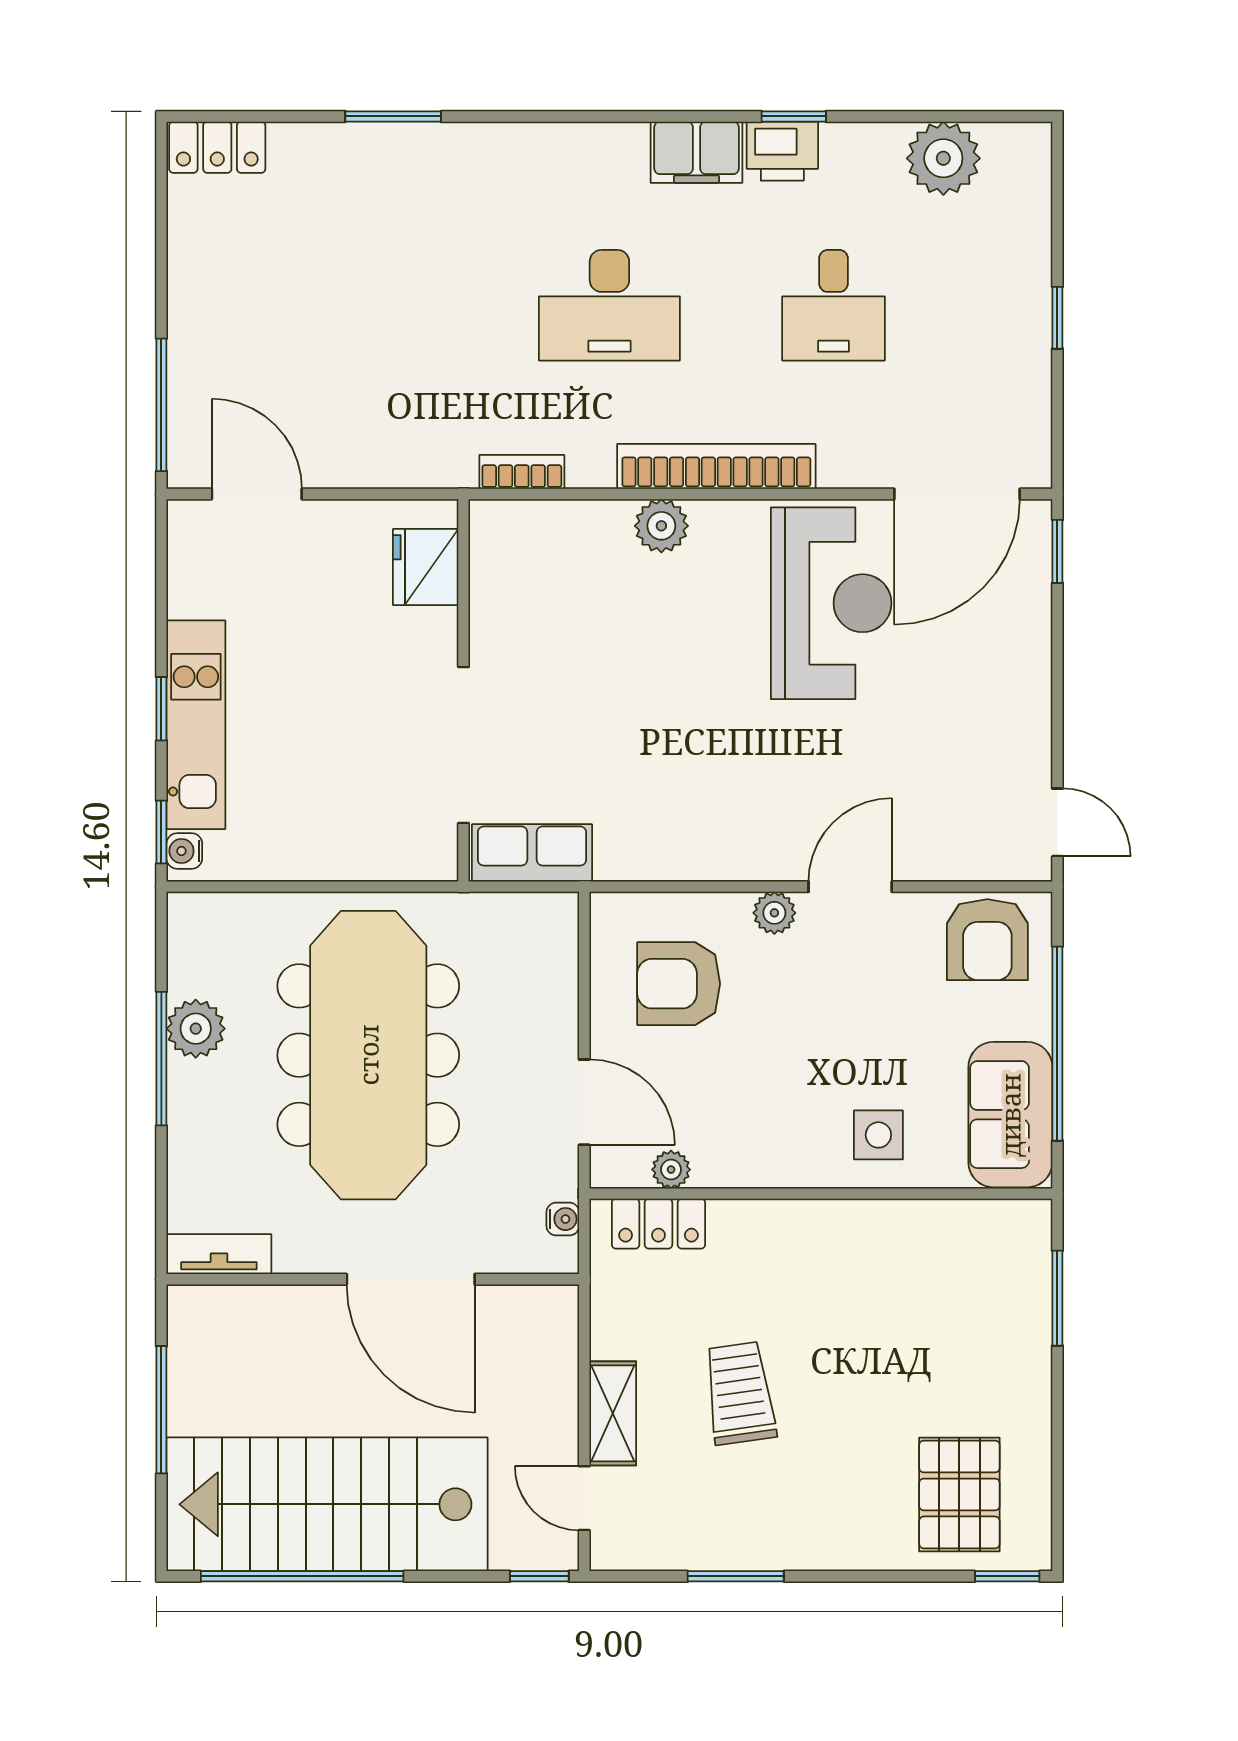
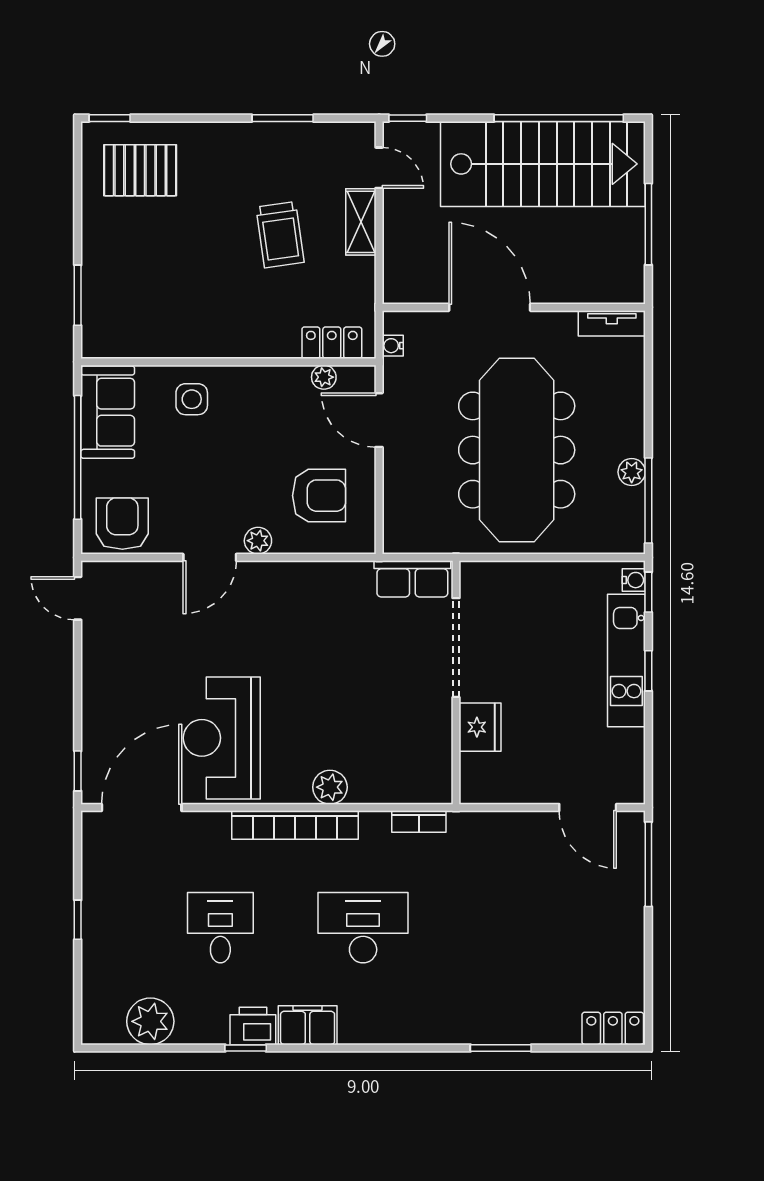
fridge: (426, 567) -> (480, 727), moved
plant: (196, 1029) -> (632, 472), width x0.73, depth x0.73
window: (161, 1059) -> (648, 501), moved
pallet: (959, 1494) -> (140, 170), turned 90

